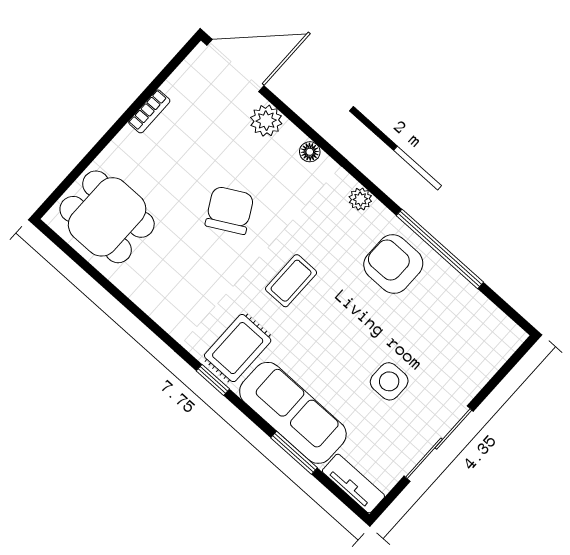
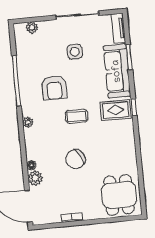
floor lamp: (310, 152) -> (31, 165), moved
armchair: (393, 264) -> (54, 88), moved
plant: (494, 357) -> (32, 28), added

